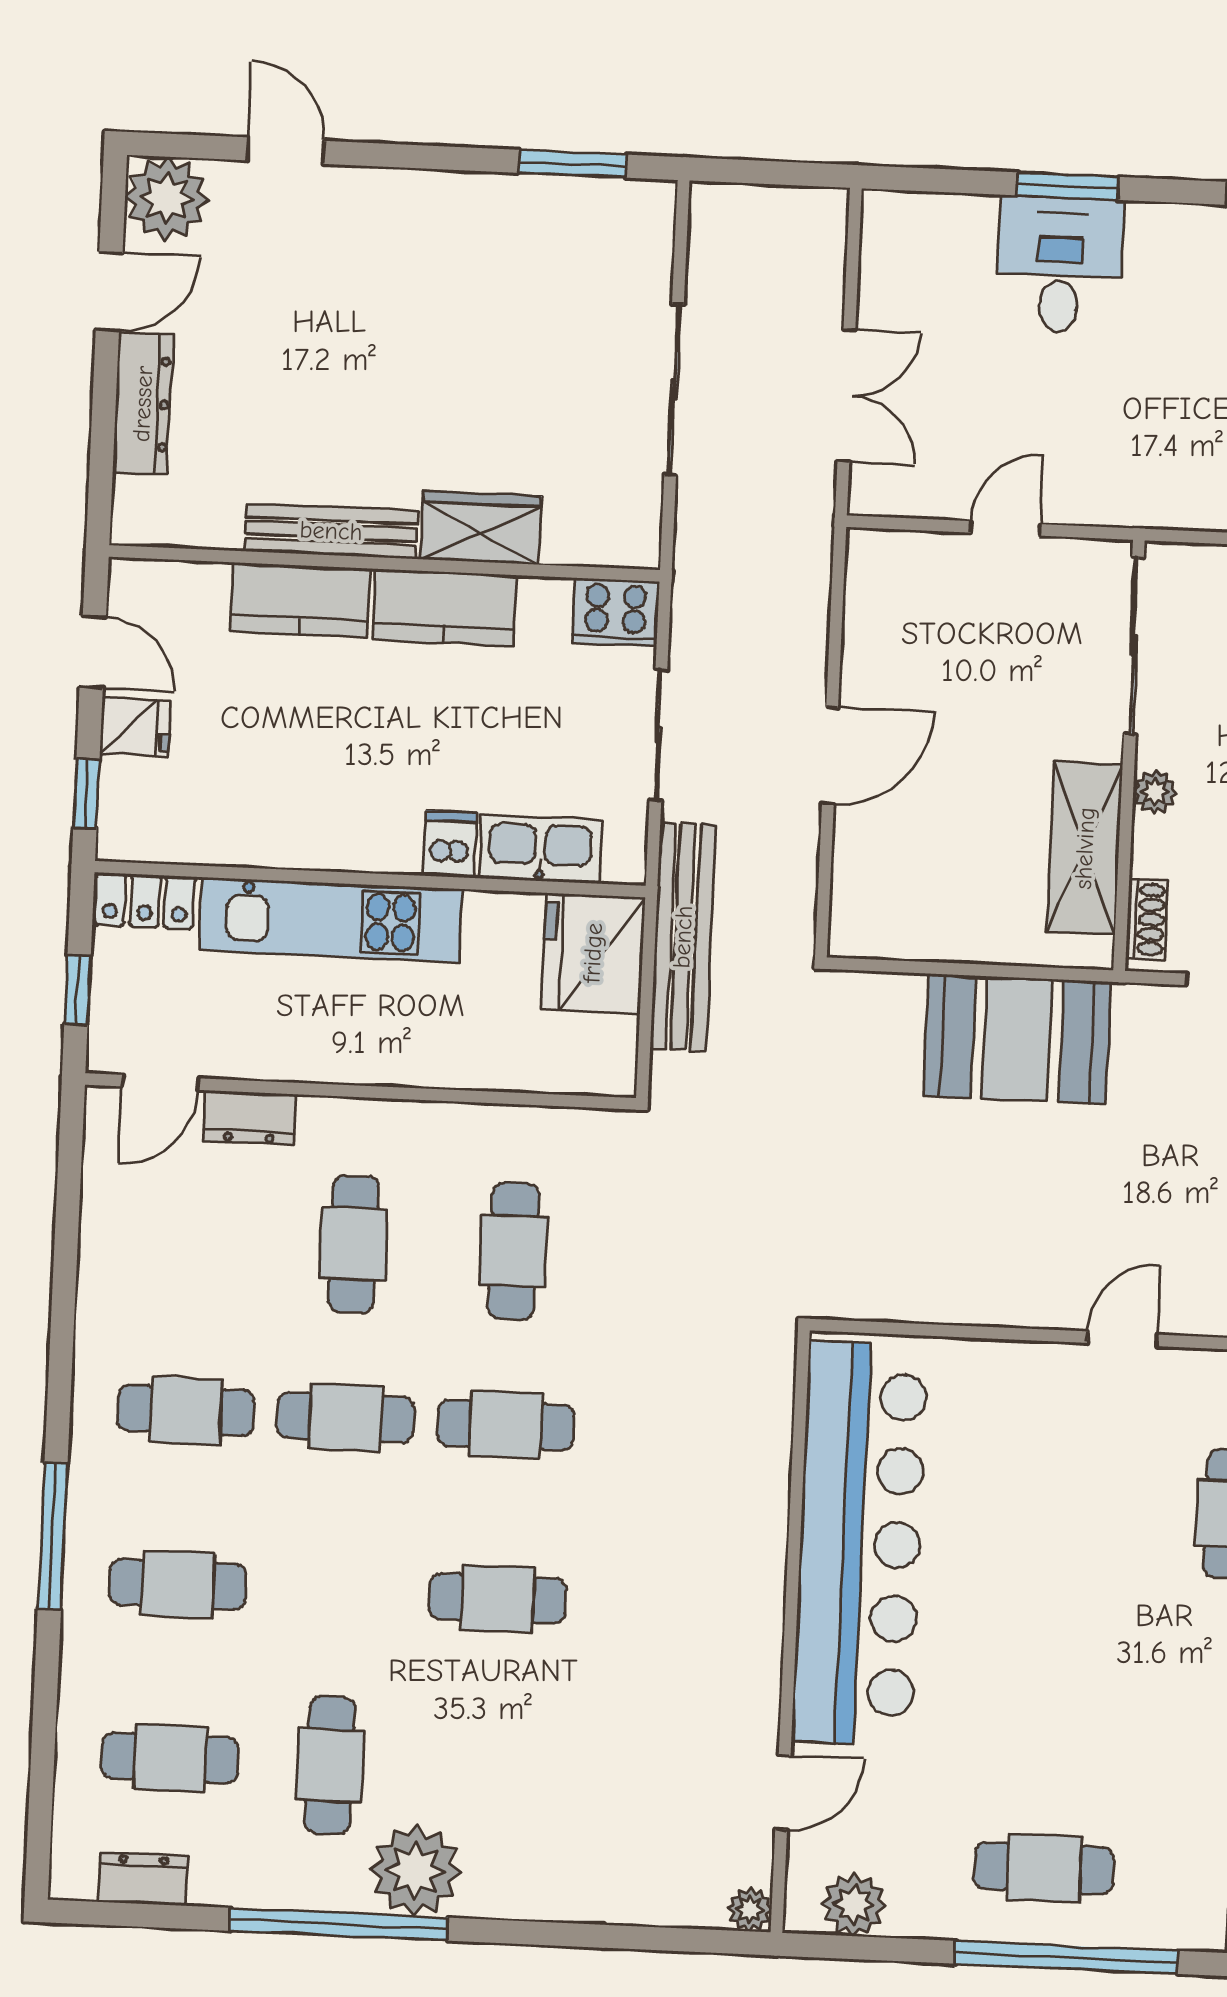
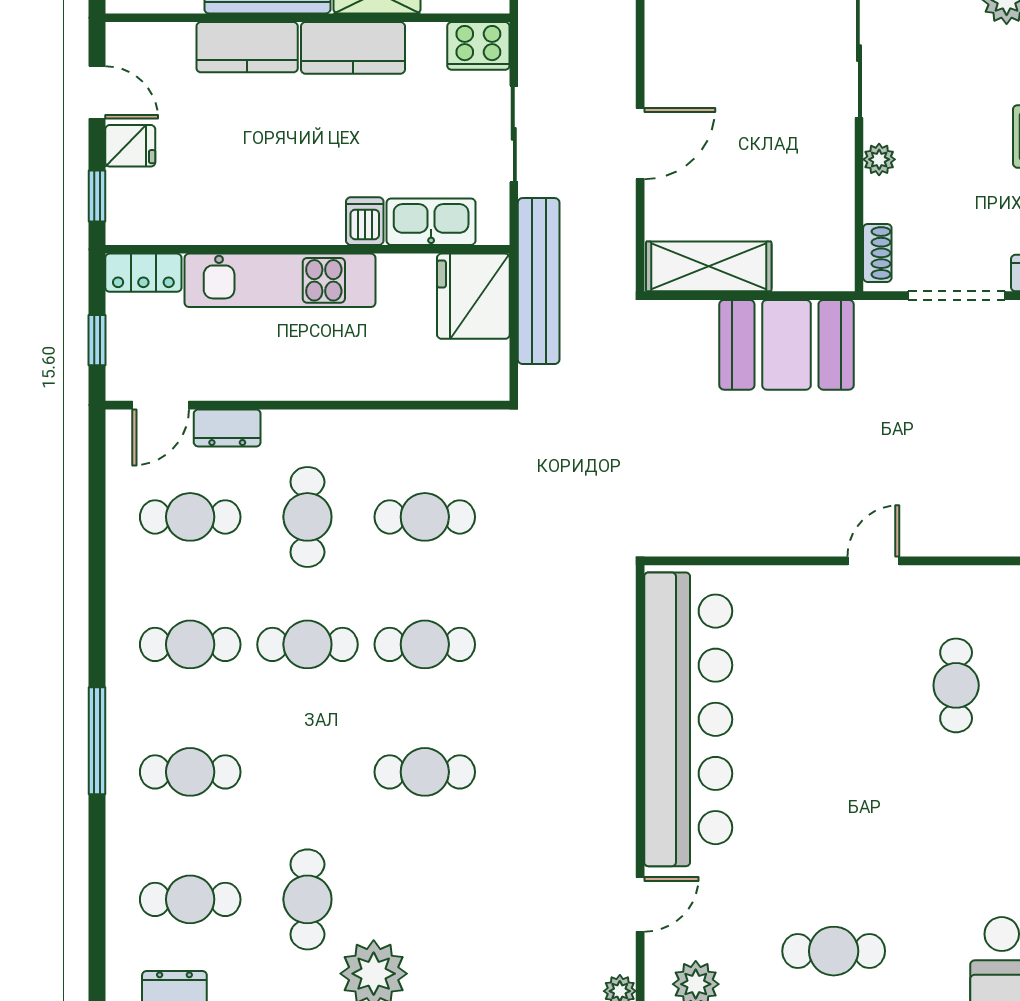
shelving: (1085, 848) -> (709, 266), moved, turned 90
cafe table: (194, 1237) -> (190, 517), added
cafe table: (513, 1251) -> (425, 517), turned 90

